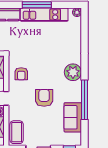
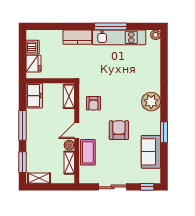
window: (85, 100) -> (164, 132), width x0.47
coffee table: (17, 132) -> (88, 152), moved

